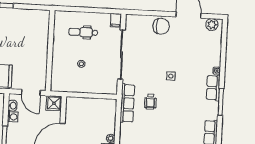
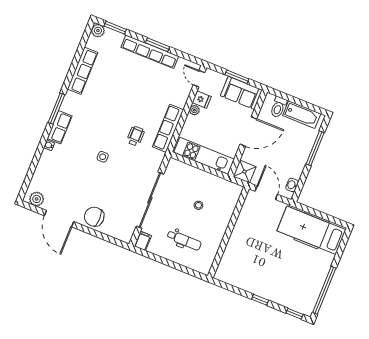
row of seats: (127, 103) -> (168, 128), moved
kitchen unit: (90, 105) -> (204, 156), added
washing machine: (13, 117) -> (296, 172), removed

